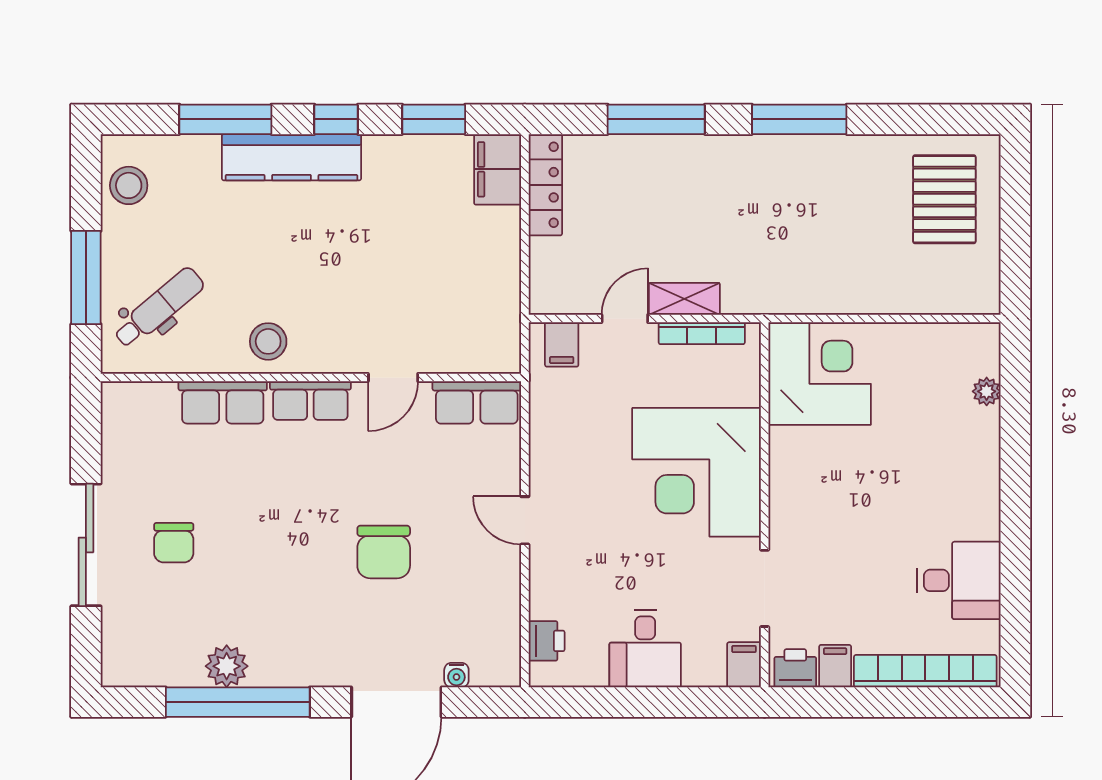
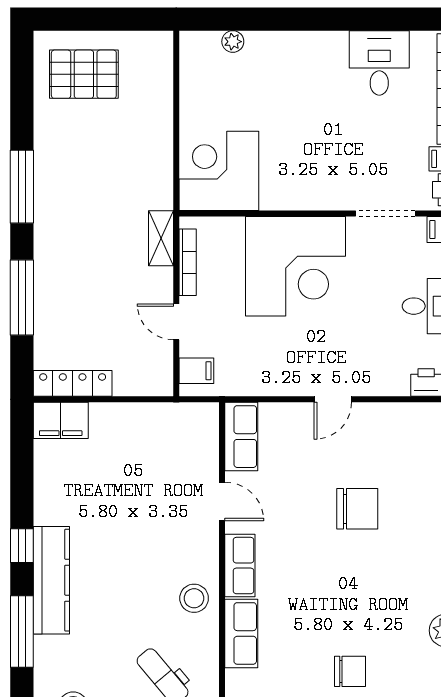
window: (434, 119) -> (22, 470), removed
shelving: (684, 299) -> (161, 238), moved

